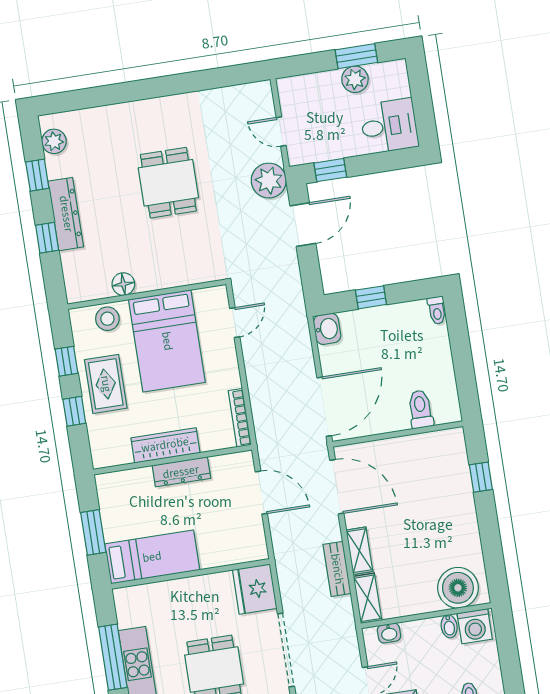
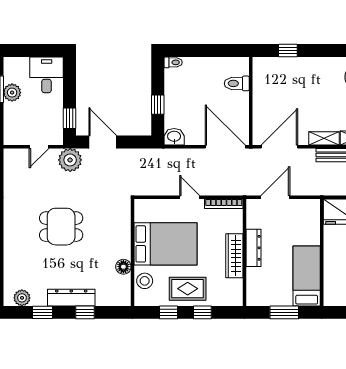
door: (235, 323) -> (190, 197), moved

